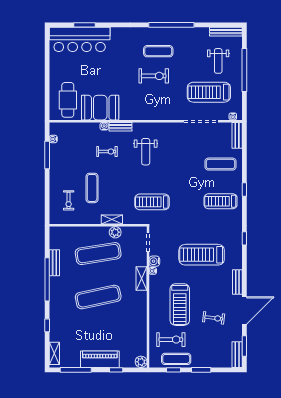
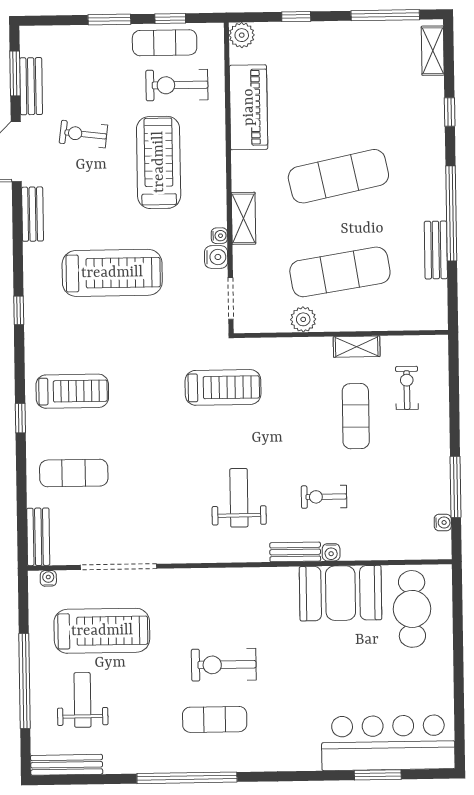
shelving: (112, 219) -> (357, 347), moved
bench: (237, 355) -> (31, 86), moved
piano: (100, 359) -> (249, 107), moved, turned -90

